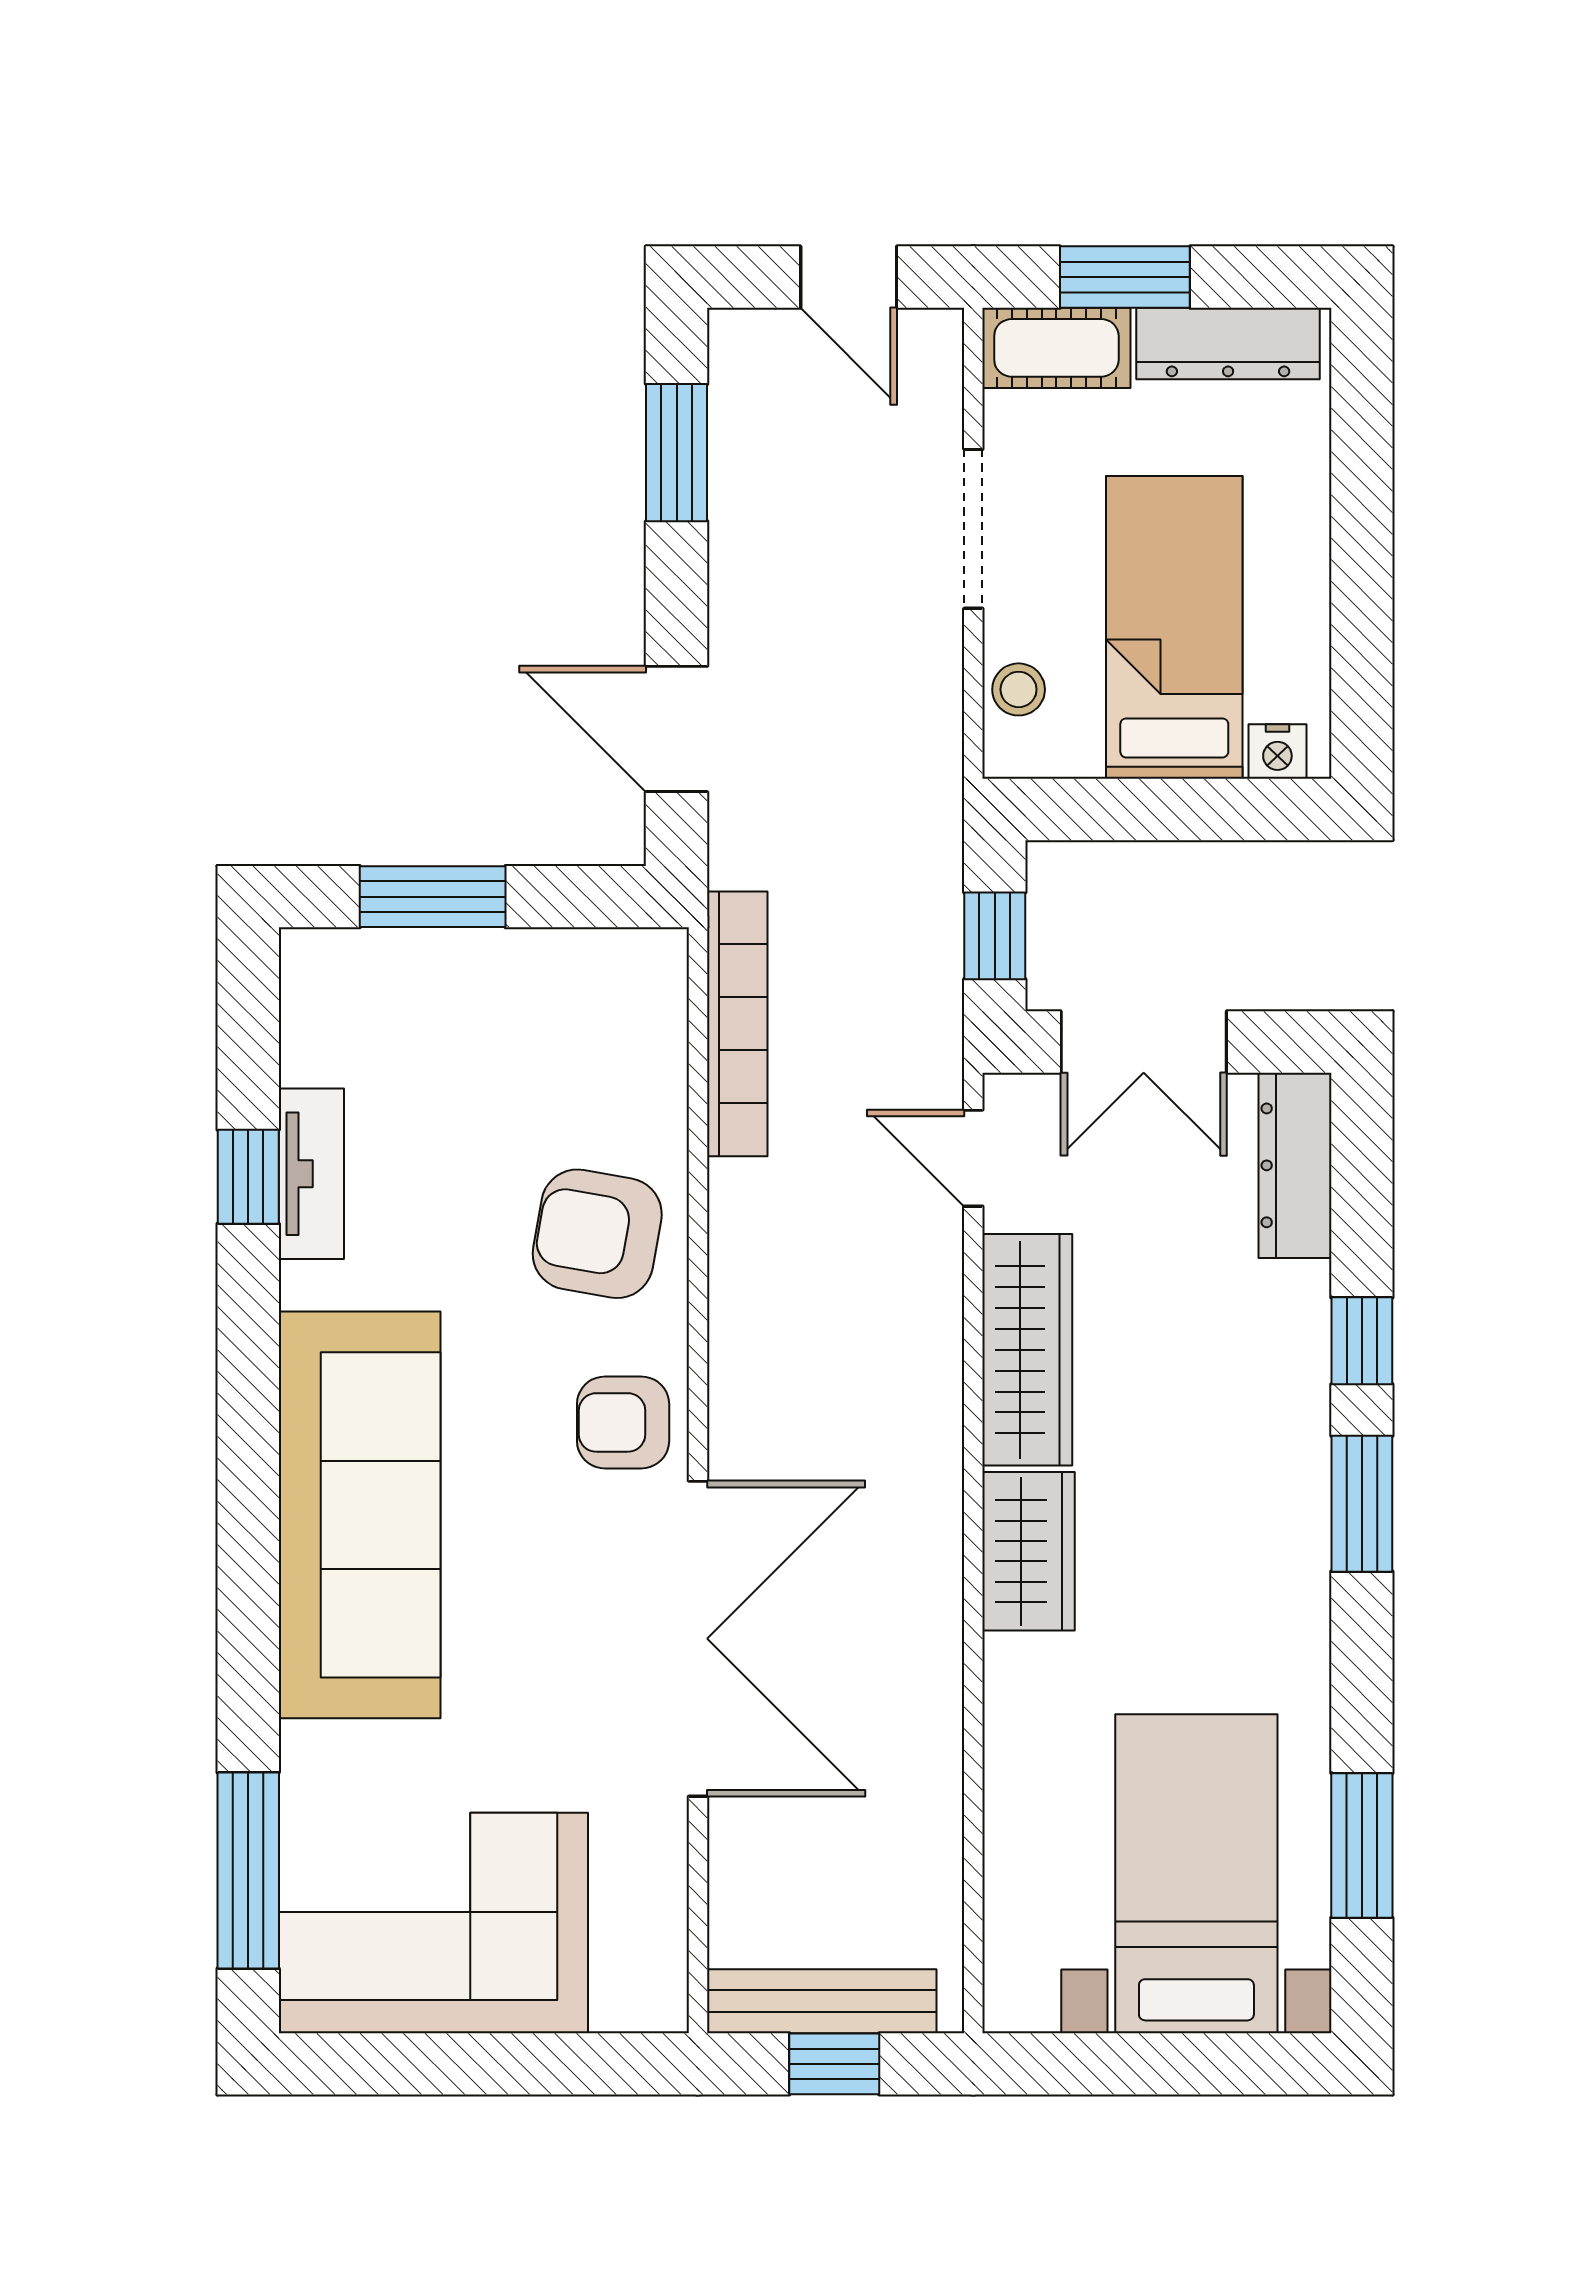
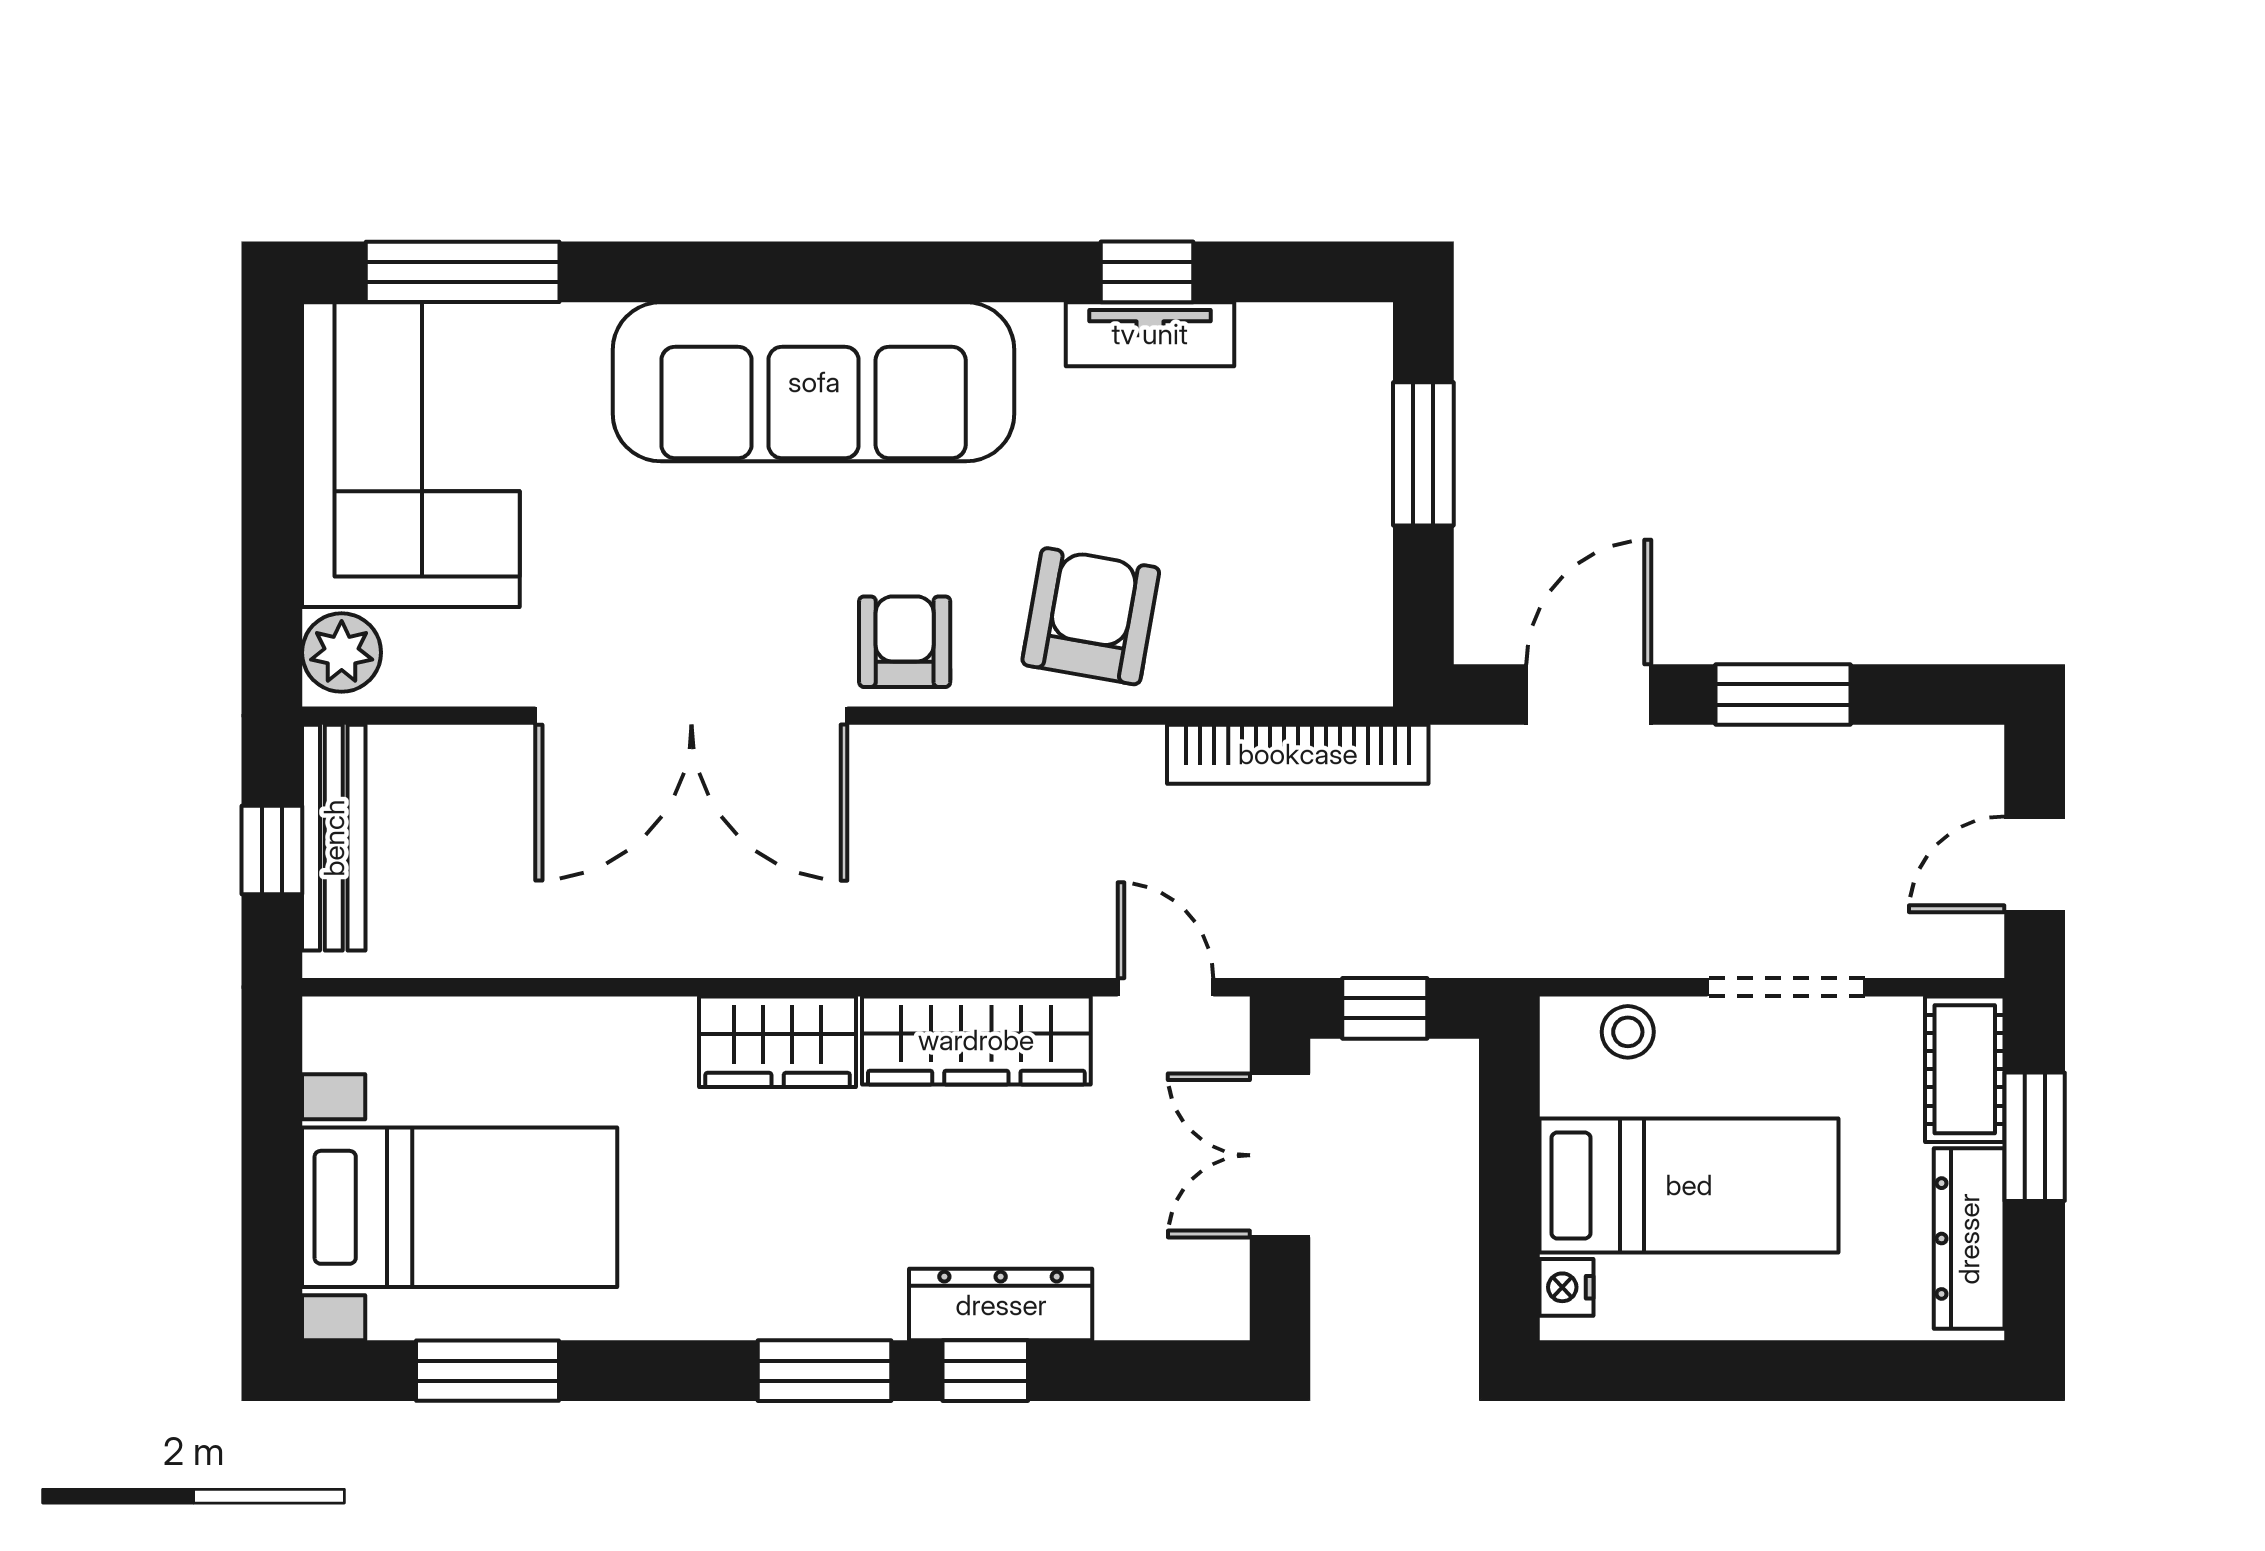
window: (677, 453) -> (1783, 694), moved
door: (973, 1158) -> (1165, 987), hinge flipped
dresser: (1295, 1165) -> (1001, 1305), moved
plant: (634, 1993) -> (342, 653), added

